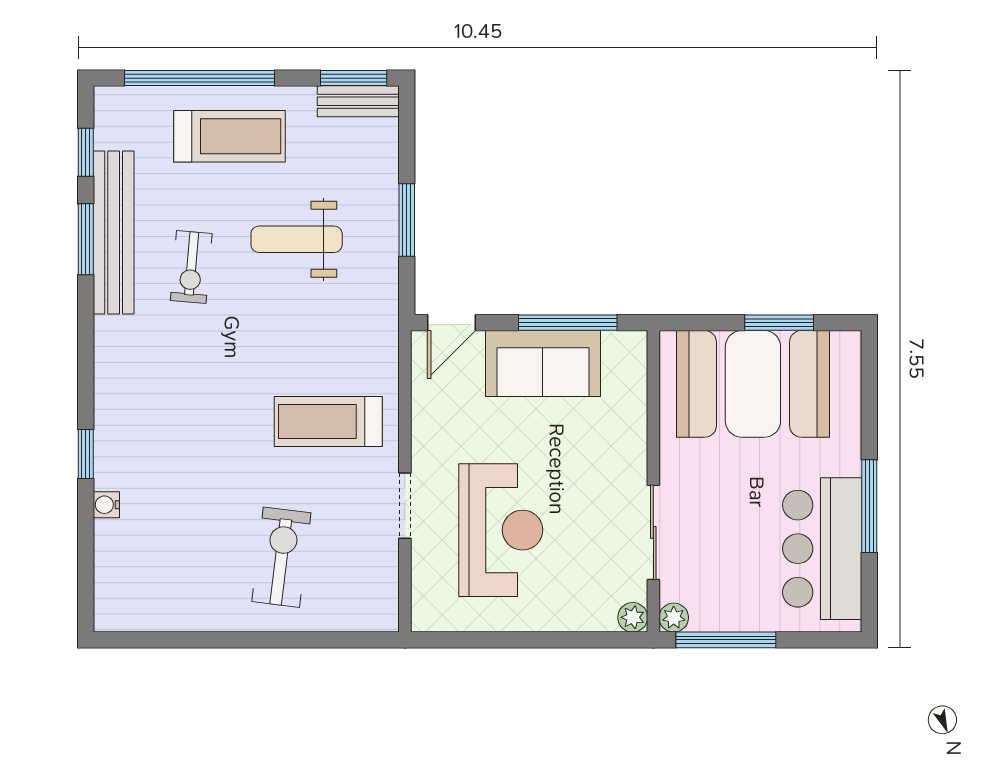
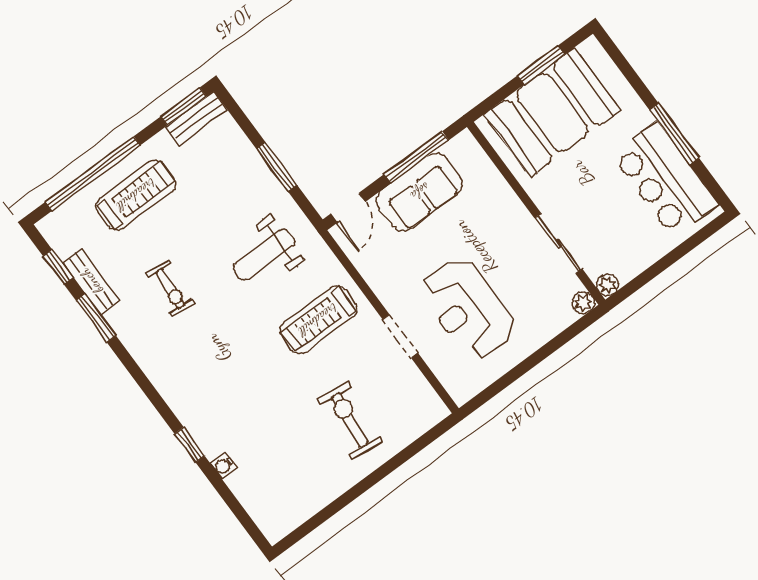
bench: (114, 233) -> (91, 281), width x0.54, depth x0.82
weight bench: (297, 239) -> (264, 255), moved
reception desk: (501, 530) -> (467, 309), turned 180
window: (726, 640) -> (648, 275), removed

